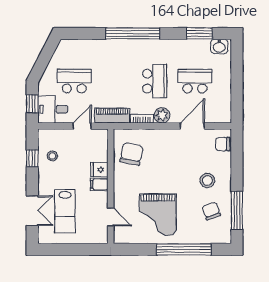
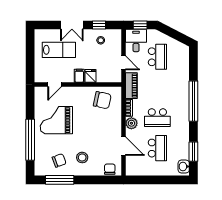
double door: (32, 211) -> (72, 25), moved
lab bench: (65, 211) -> (59, 50), turned 180

